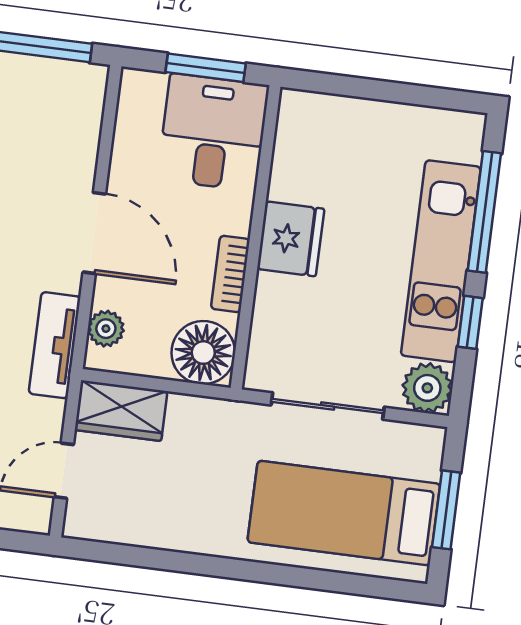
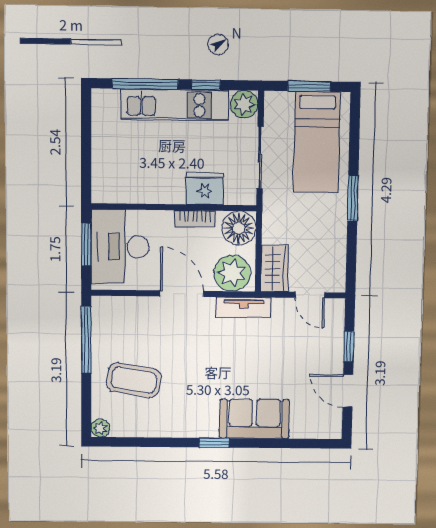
desk: (213, 132) -> (120, 247), width x1.37
door: (94, 233) -> (182, 294), hinge flipped
fridge: (291, 239) -> (205, 189), moved
plant: (106, 329) -> (232, 273), width x1.87, depth x1.87
window: (234, 569) -> (353, 198), added

